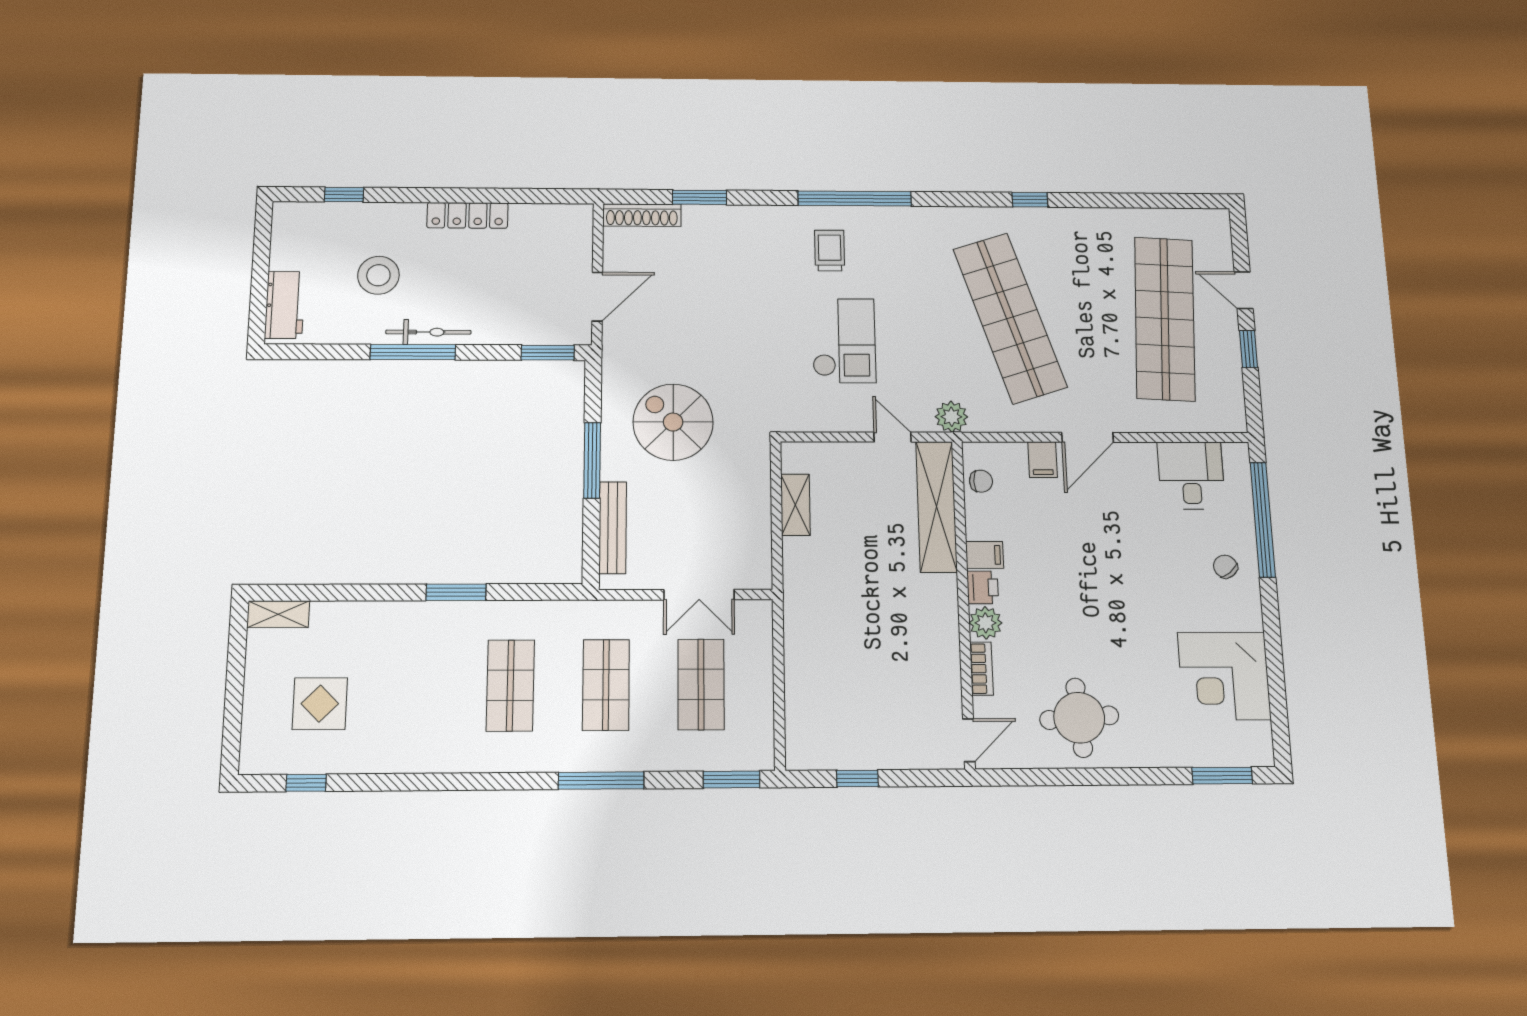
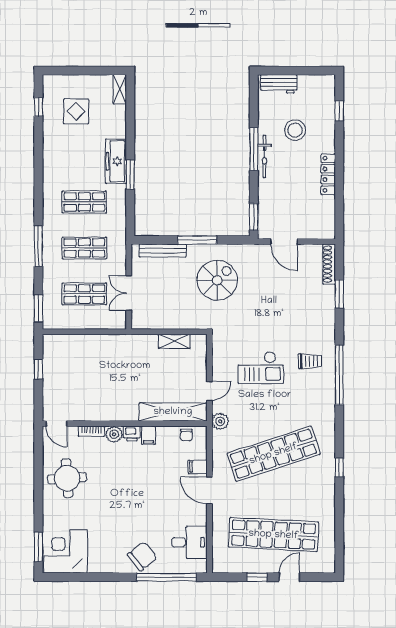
chair: (1225, 567) -> (142, 556), width x1.87, depth x1.87
freezer: (428, 621) -> (116, 161), added
corner desk: (1224, 676) -> (66, 551), moved

